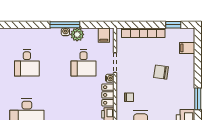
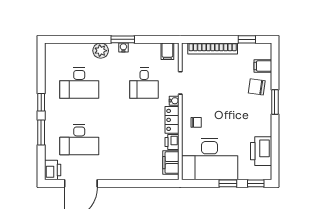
window: (65, 25) -> (123, 39), width x0.69
plant: (77, 34) -> (101, 51), moved
desk: (27, 63) -> (79, 83), width x1.37
chair: (161, 72) -> (257, 87), moved
window: (198, 99) -> (275, 102), moved

